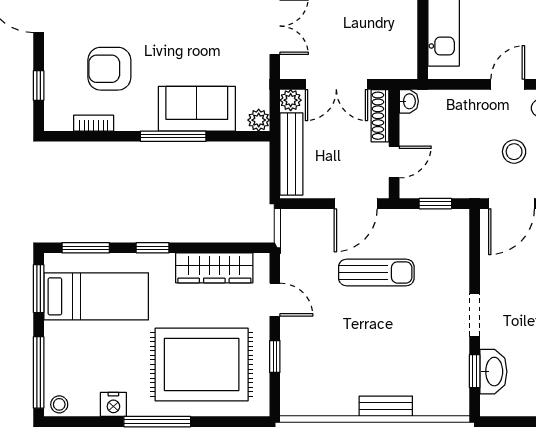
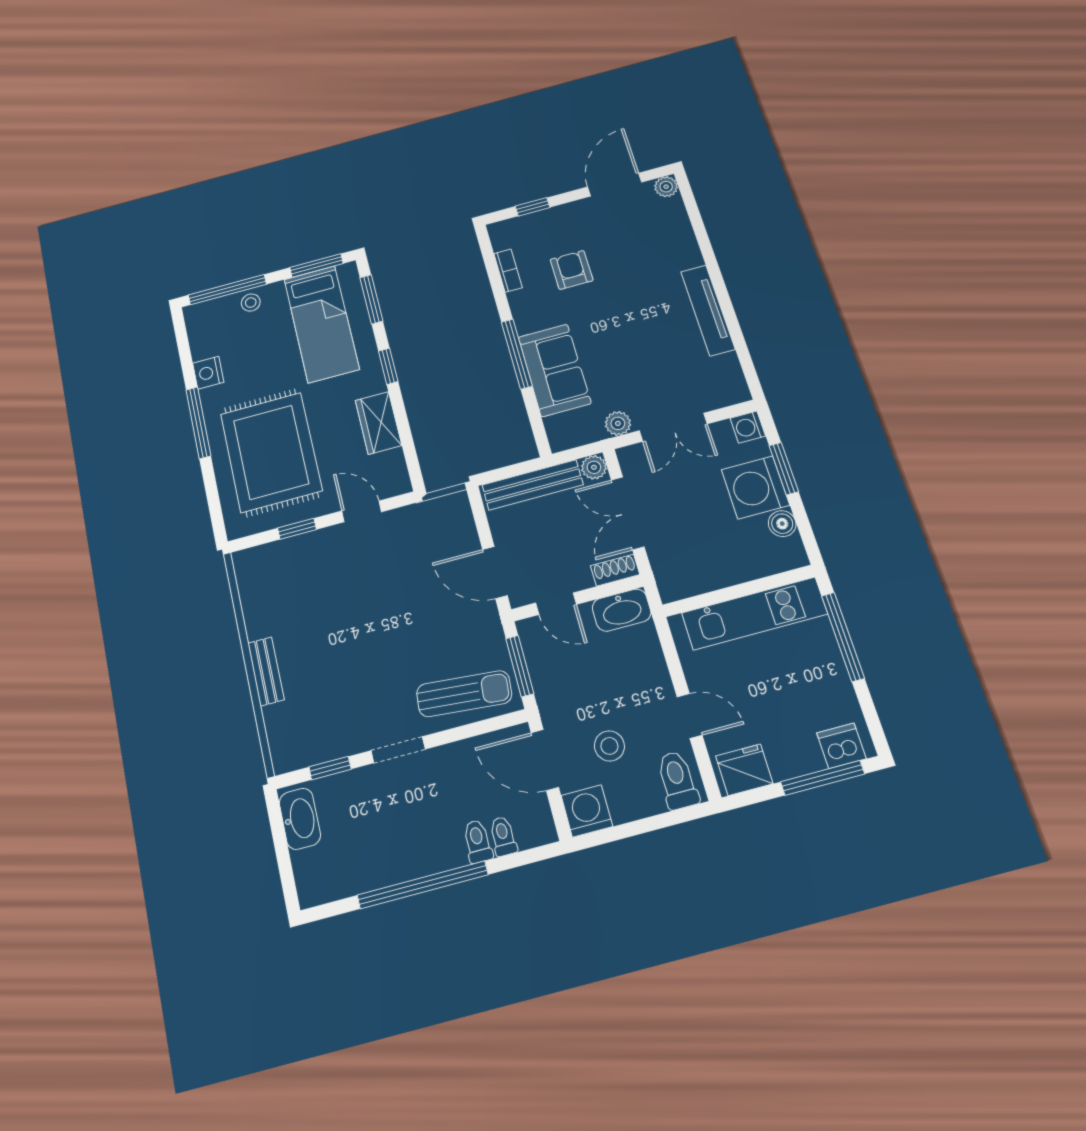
armchair: (109, 69) -> (572, 270), width x0.72, depth x0.72
washbasin: (409, 101) -> (622, 610), width x1.91, depth x1.45
shoe rack: (380, 116) -> (615, 570), width x0.70
plant: (259, 120) -> (618, 423), moved
window: (435, 204) -> (520, 666), width x1.50
wardrobe: (214, 268) -> (378, 423), width x0.67
sun lounger: (376, 272) -> (464, 694), moved, turned -85
door: (275, 300) -> (362, 511), swing flipped
washbasin: (493, 372) -> (300, 819), moved, turned -90
stool: (59, 404) -> (251, 303), moved

